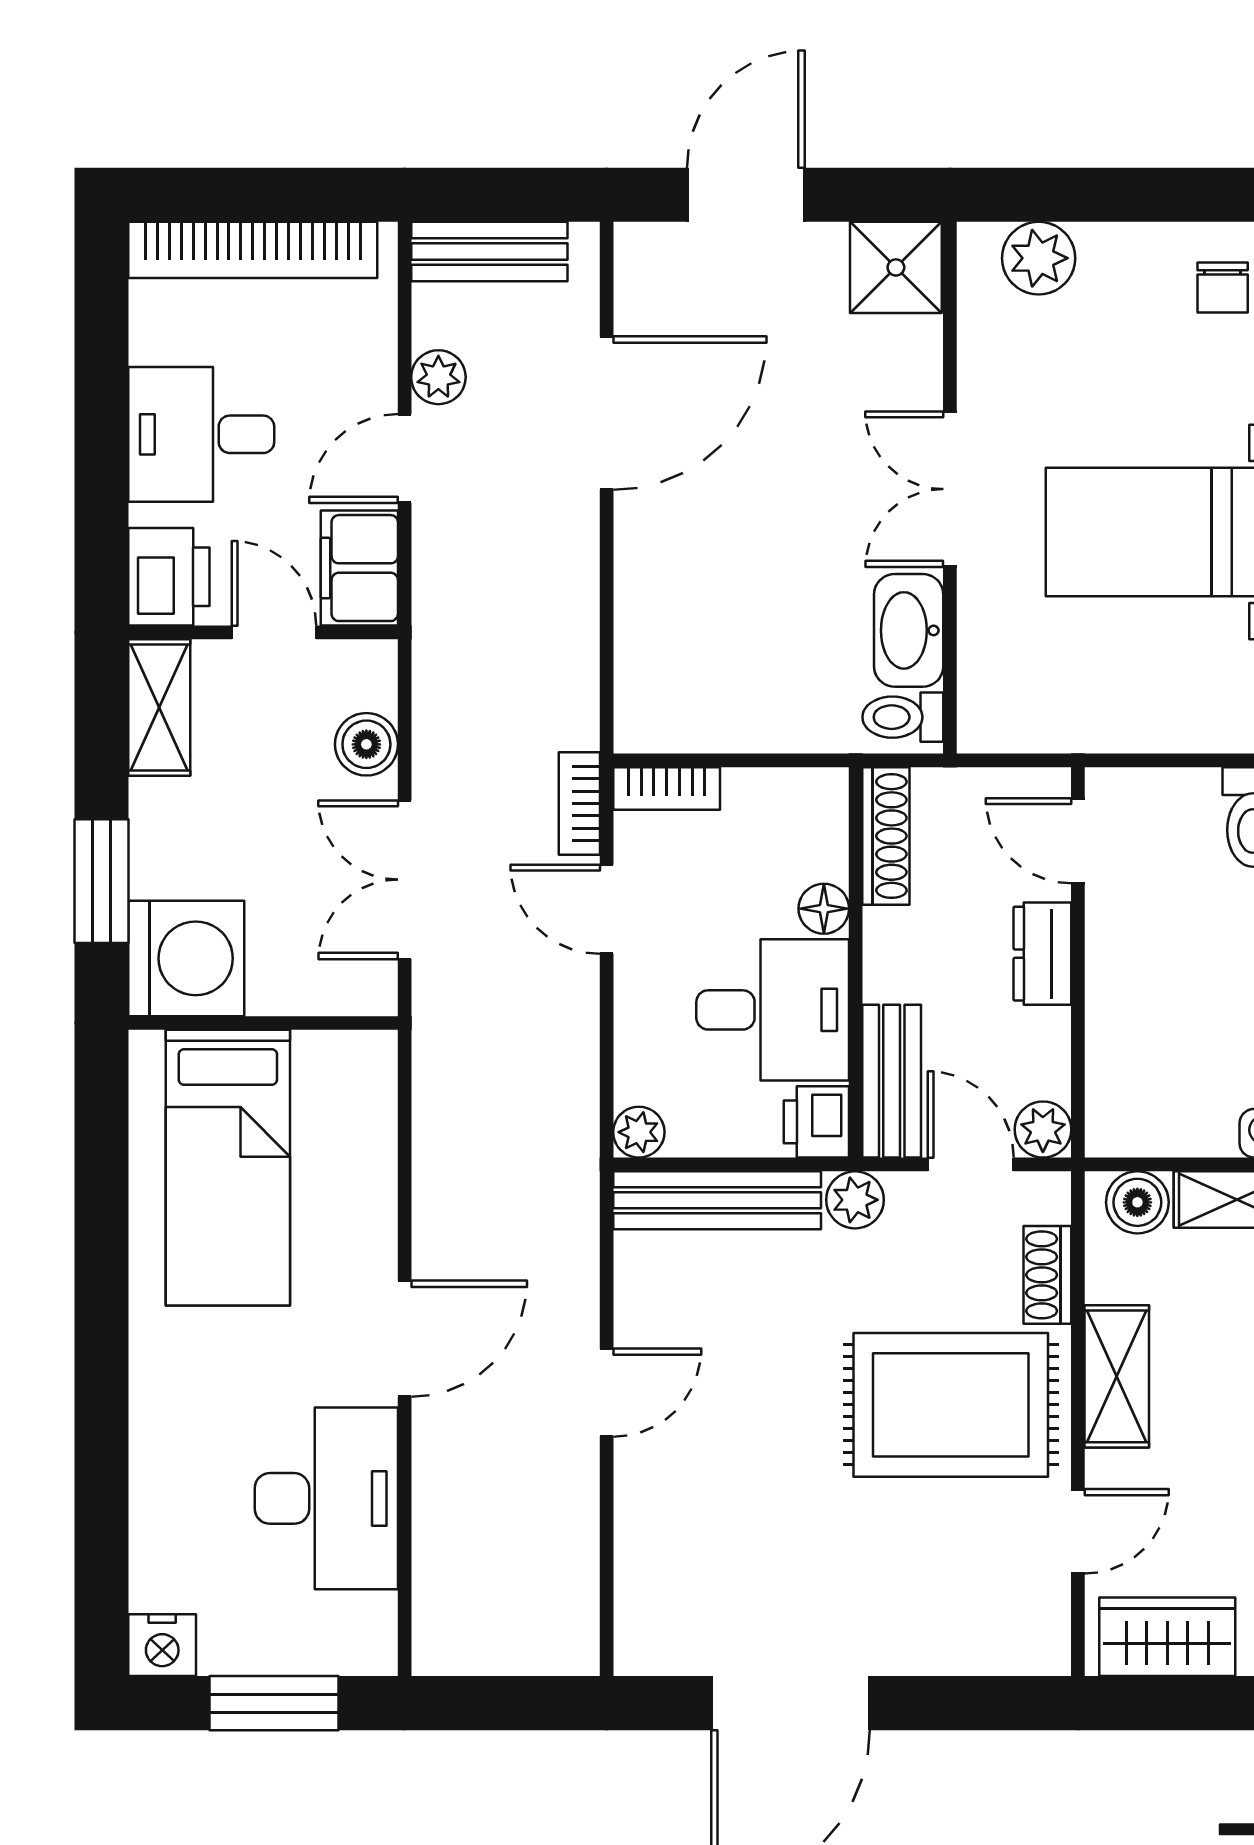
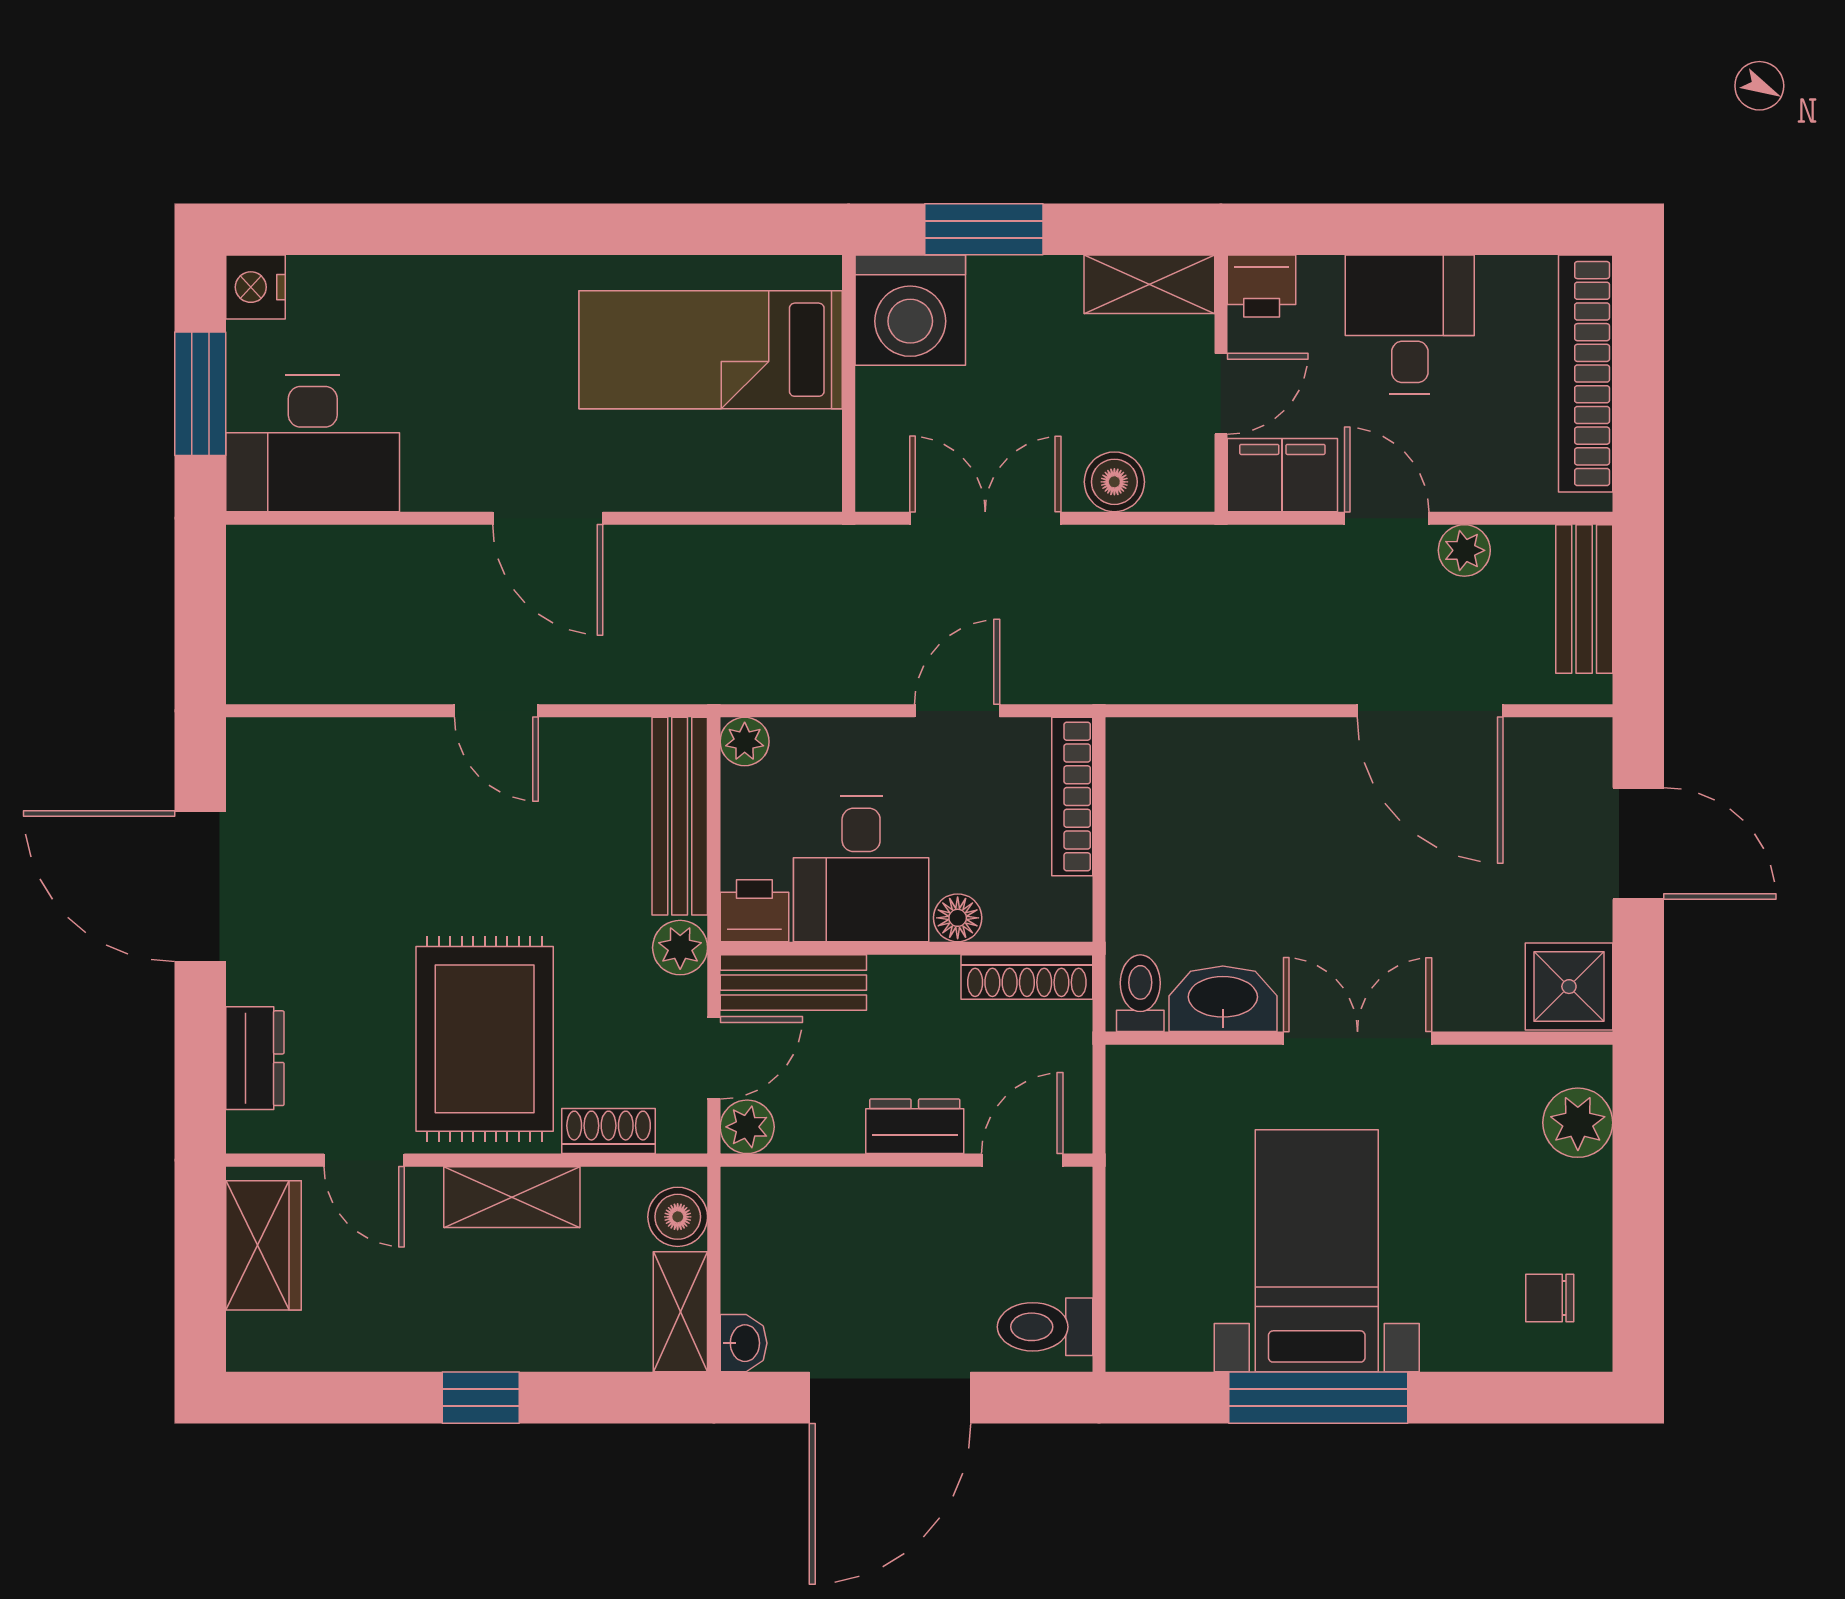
printer: (169, 577) -> (1262, 286), width x0.73, depth x0.81
bookcase: (667, 788) -> (1072, 797), width x1.56
bookcase: (579, 804) -> (1058, 685), removed
desk: (326, 1498) -> (313, 444), moved
dresser: (971, 1646) -> (255, 1058), added

